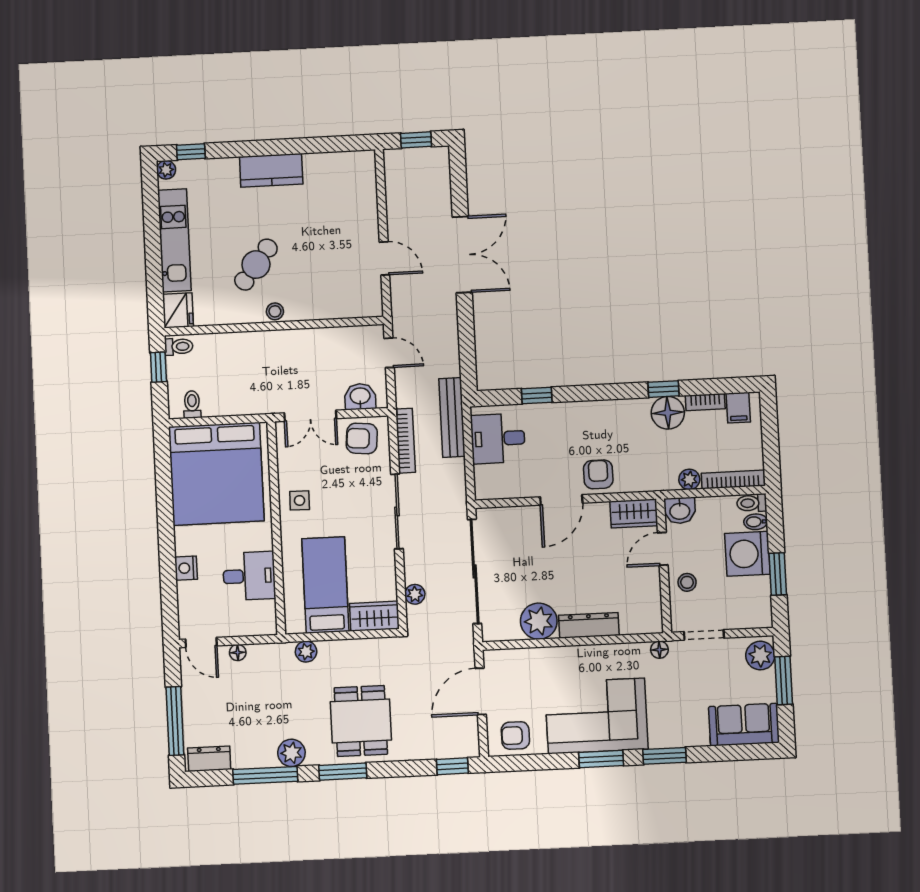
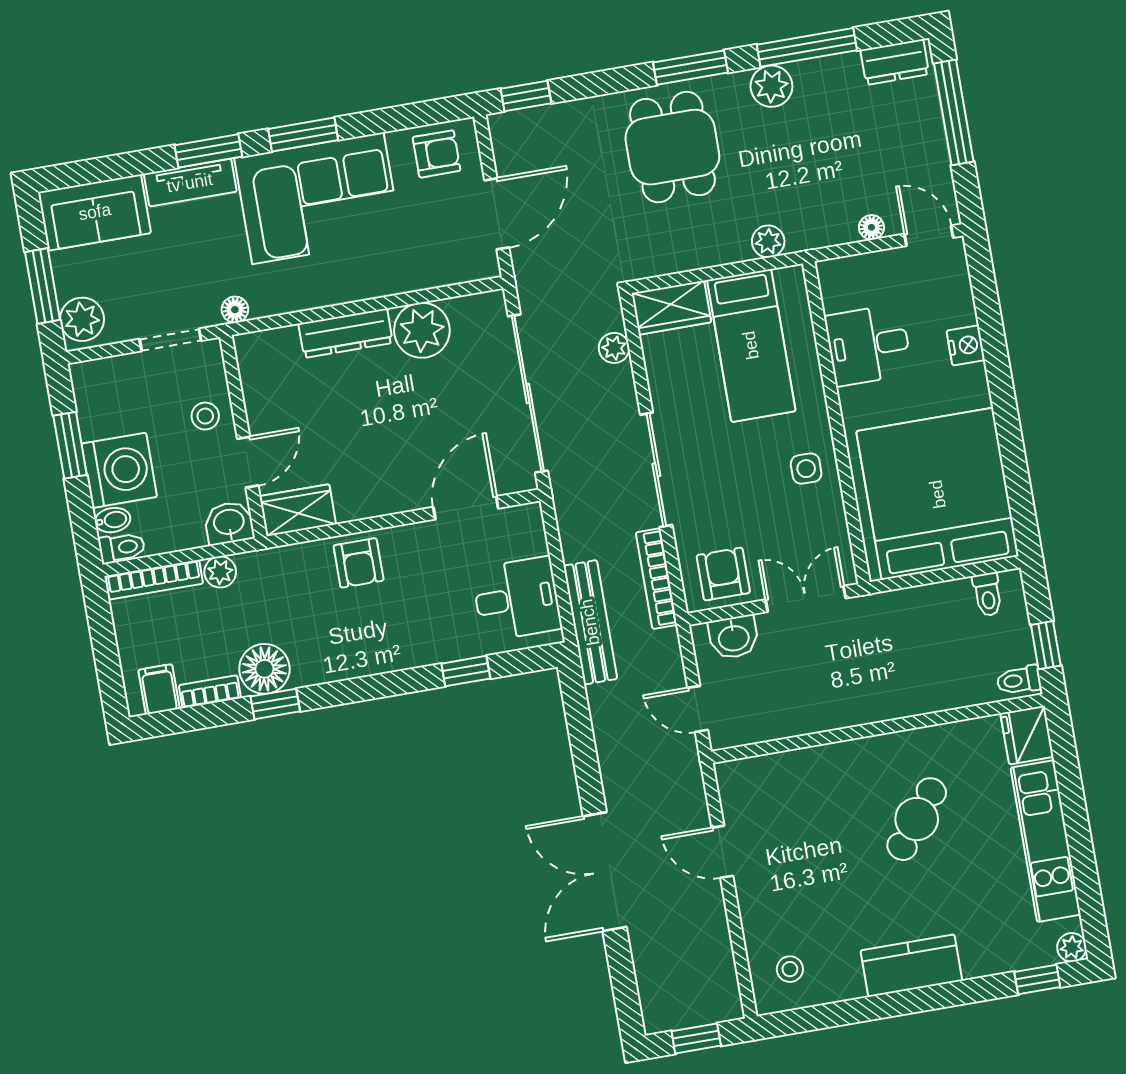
stool: (275, 311) -> (790, 969), moved
armchair: (362, 438) -> (723, 574), turned -95
door: (561, 500) -> (466, 508), moved
tv unit: (679, 736) -> (190, 183), added

